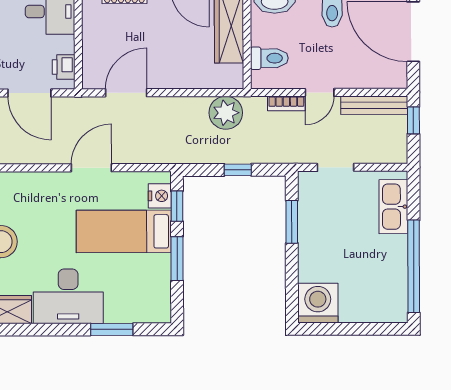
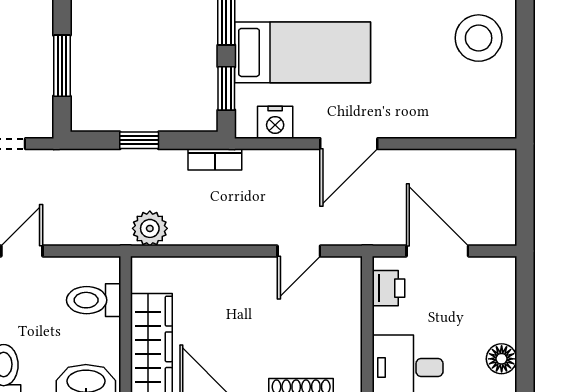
door: (126, 93) -> (299, 251), width x0.73
bookcase: (286, 103) -> (215, 159), moved, turned 180
plant: (226, 113) -> (150, 228), width x0.73, depth x0.73
nightstand: (160, 196) -> (275, 122), moved, turned -90

